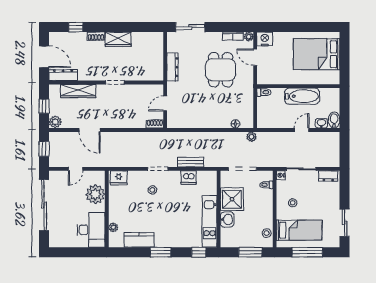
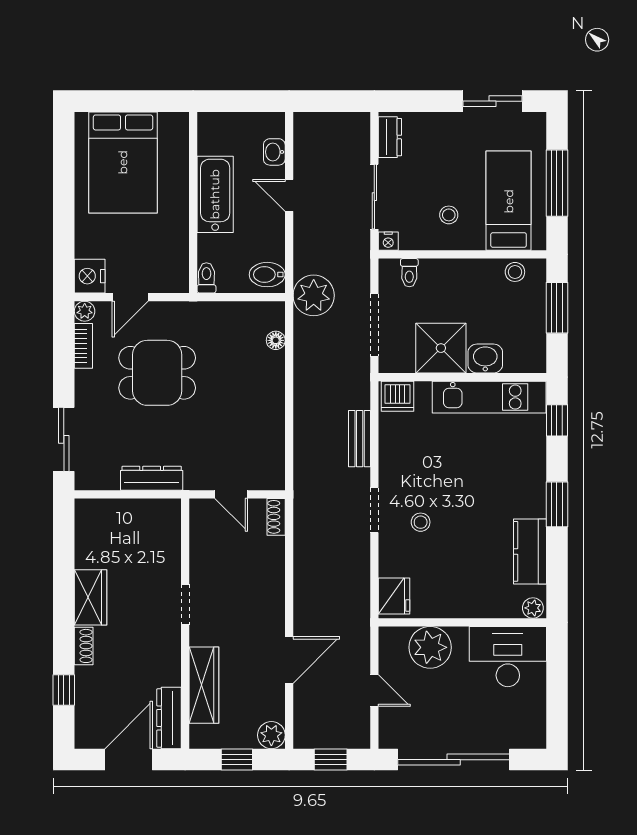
bidet: (334, 120) -> (267, 275), moved
plant: (252, 137) -> (314, 295), width x1.88, depth x1.88
dishwasher: (189, 178) -> (398, 396), moved, turned 90
plant: (113, 227) -> (533, 608), moved

